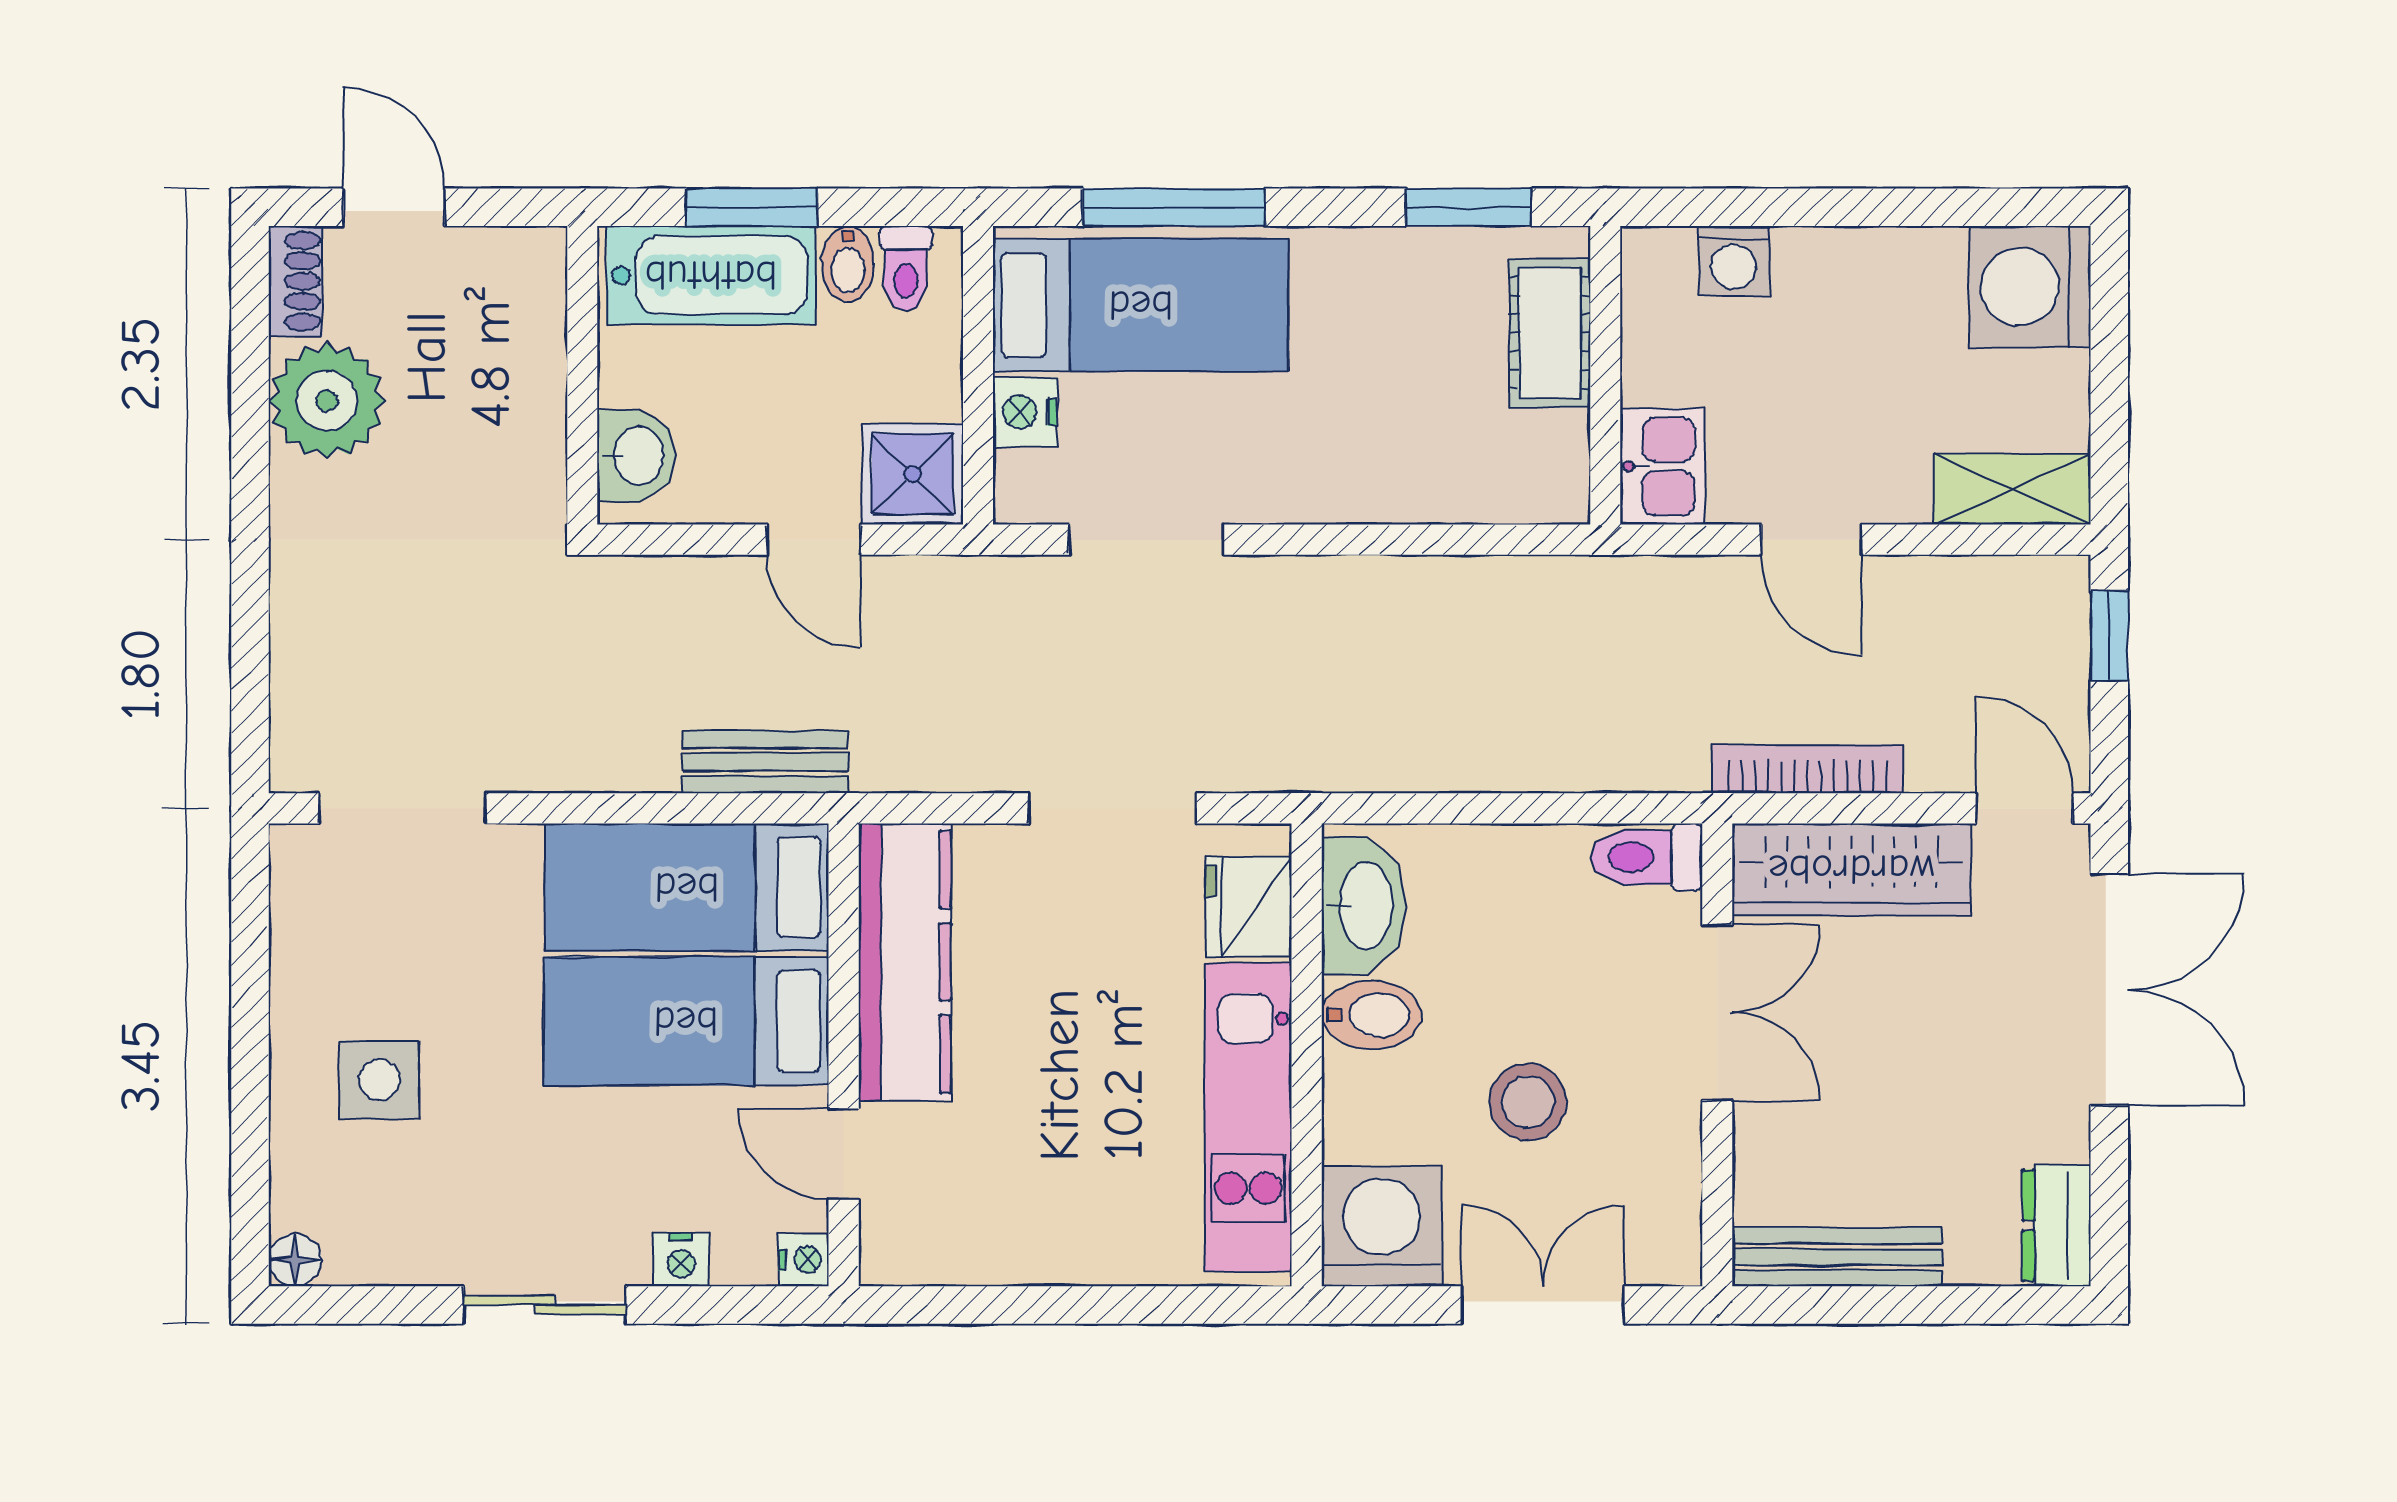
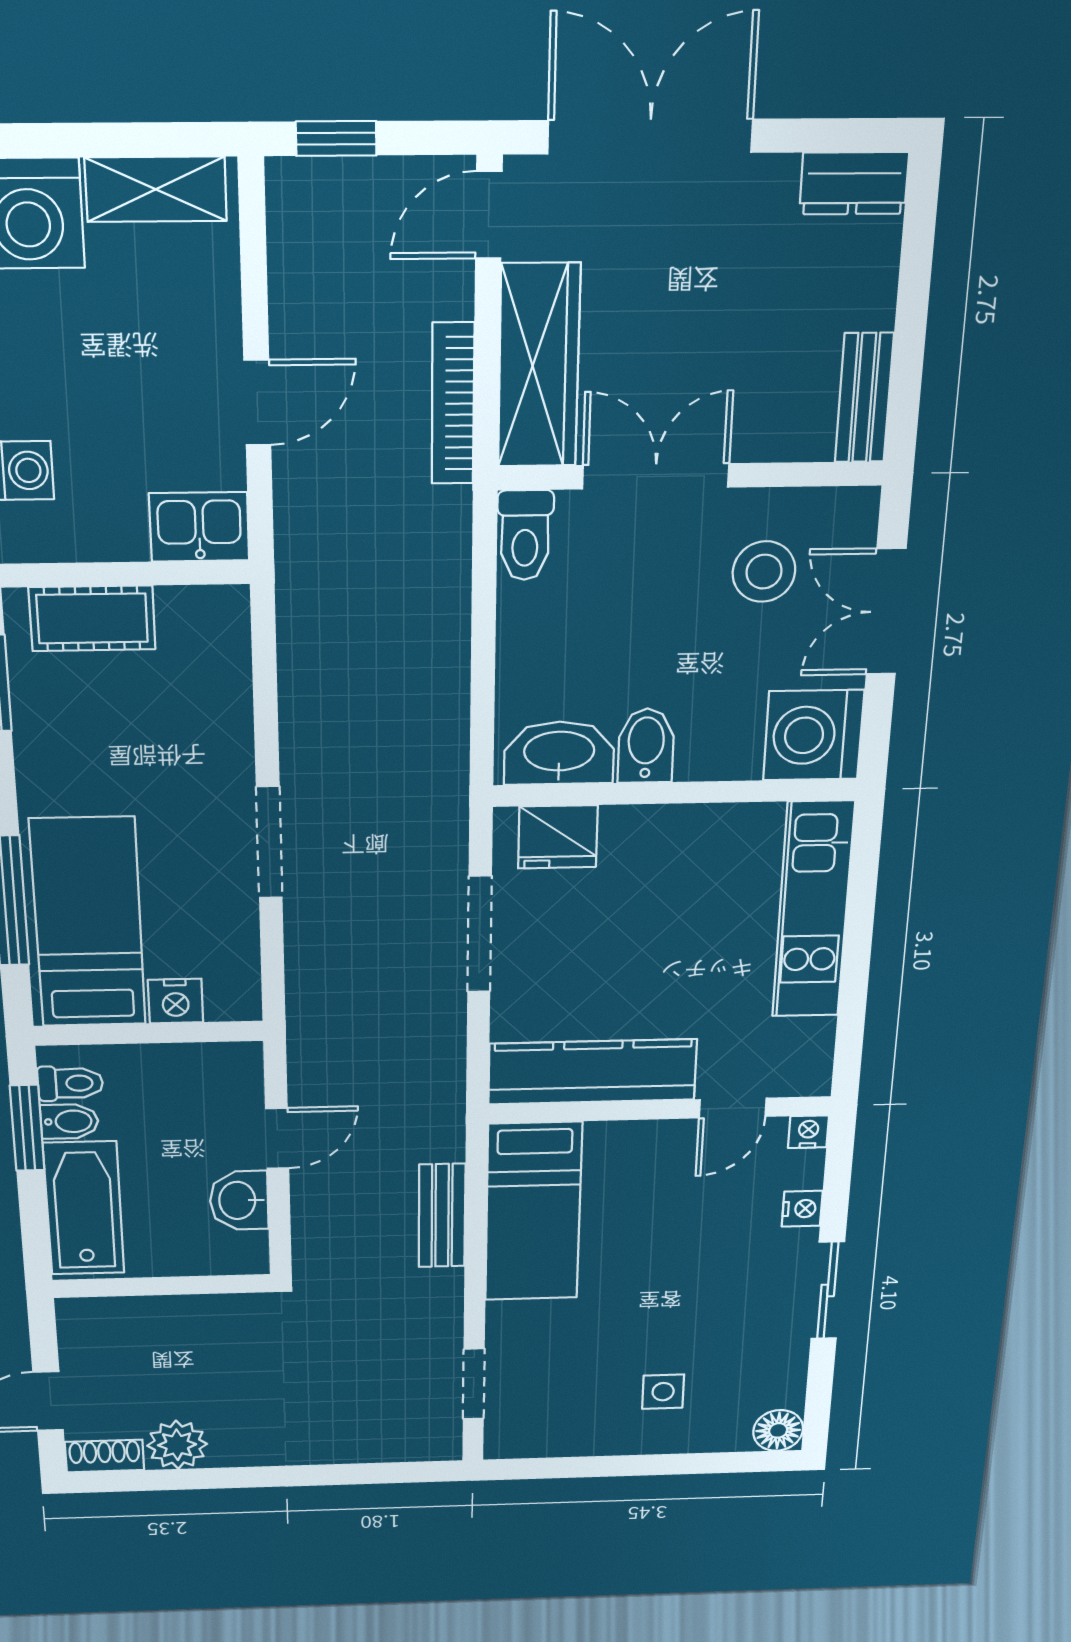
window: (752, 207) -> (27, 1128), moved
plant: (327, 401) -> (177, 1445), width x0.73, depth x0.73
washbasin: (636, 456) -> (239, 1200), moved, turned -90
shower: (913, 474) -> (226, 1075), removed
shelving: (2012, 489) -> (156, 189), moved, turned 90
doorway: (1146, 540) -> (269, 842), moved
bench: (765, 762) -> (442, 1216), moved
doorway: (402, 808) -> (474, 1384), width x0.73
bed: (686, 1021) -> (630, 1210), removed
side table: (379, 1080) -> (663, 1392), width x0.73, depth x0.73
stool: (1528, 1102) -> (764, 572), moved
kitchen unit: (1248, 1117) -> (813, 910), moved, turned 90
bench: (1837, 1257) -> (864, 398), width x0.73
floor lamp: (295, 1260) -> (778, 1430), width x1.37, depth x1.37

